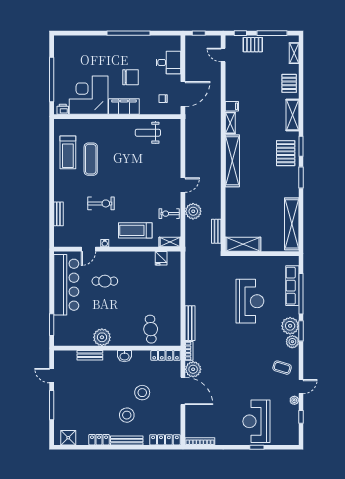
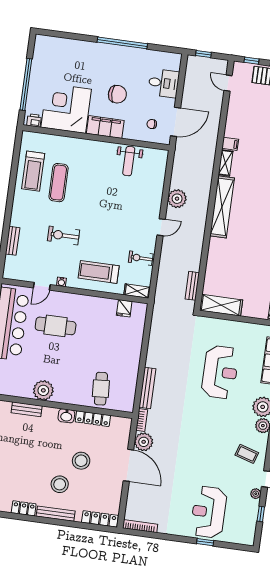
weight bench: (148, 133) -> (129, 161), turned -90
exercise bike: (101, 203) -> (63, 235), turned 180
plant: (193, 211) -> (177, 199), moved
cafe table: (105, 281) -> (56, 326), width x1.37, depth x1.35
locker: (166, 355) -> (93, 419), moved

